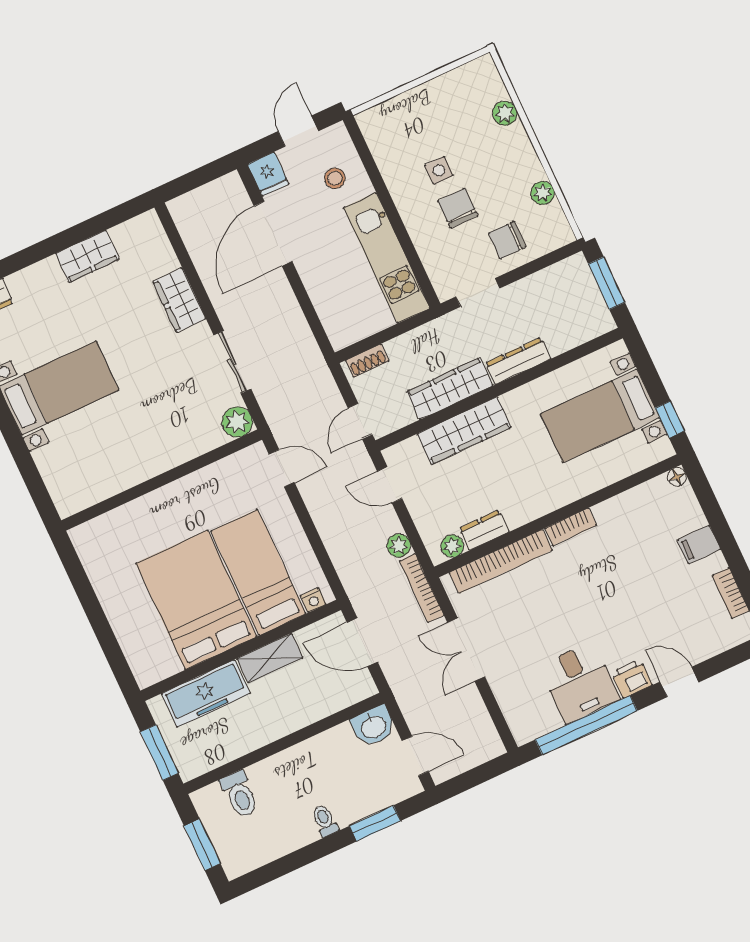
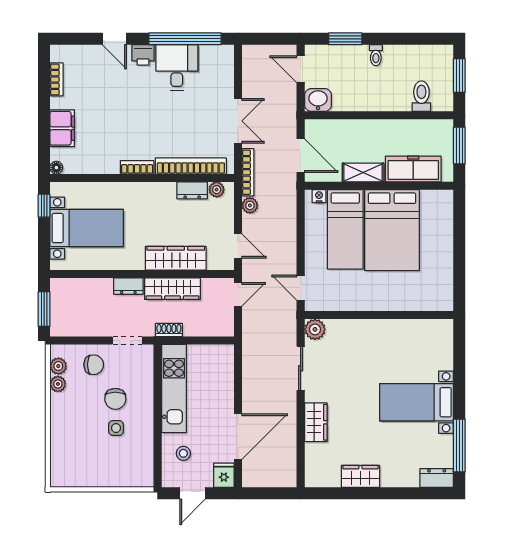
plant: (505, 113) -> (58, 366), moved
shoe rack: (367, 361) -> (169, 330), moved
dresser: (518, 361) -> (128, 286), width x0.70
filing cabinet: (699, 545) -> (62, 128), width x2.00

